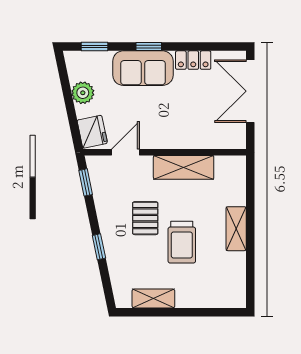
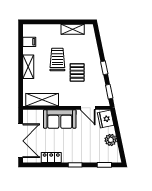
sofa: (143, 68) -> (60, 119), moved, turned 180
door: (125, 152) -> (88, 108), hinge flipped
shelving: (184, 167) -> (42, 100), moved
window: (99, 247) -> (104, 68), moved
filing cabinet: (234, 275) -> (29, 42), added

